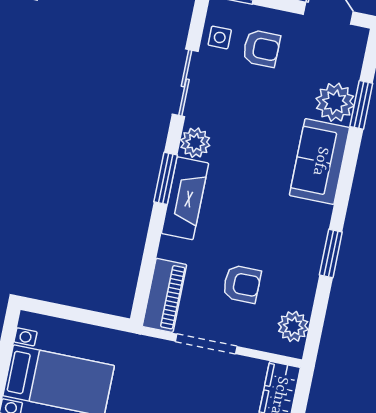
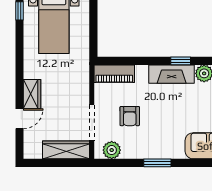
window: (166, 178) -> (181, 61), width x0.67
doorway: (206, 344) -> (92, 122), moved

